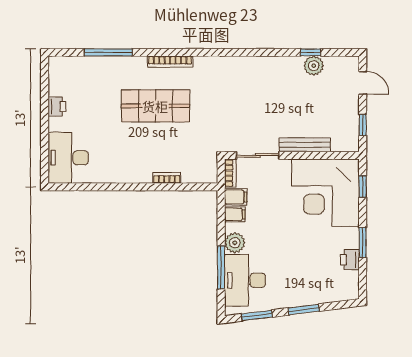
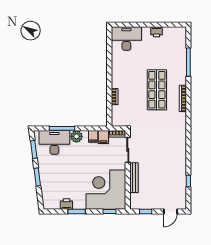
plant: (314, 66) -> (181, 183), removed

